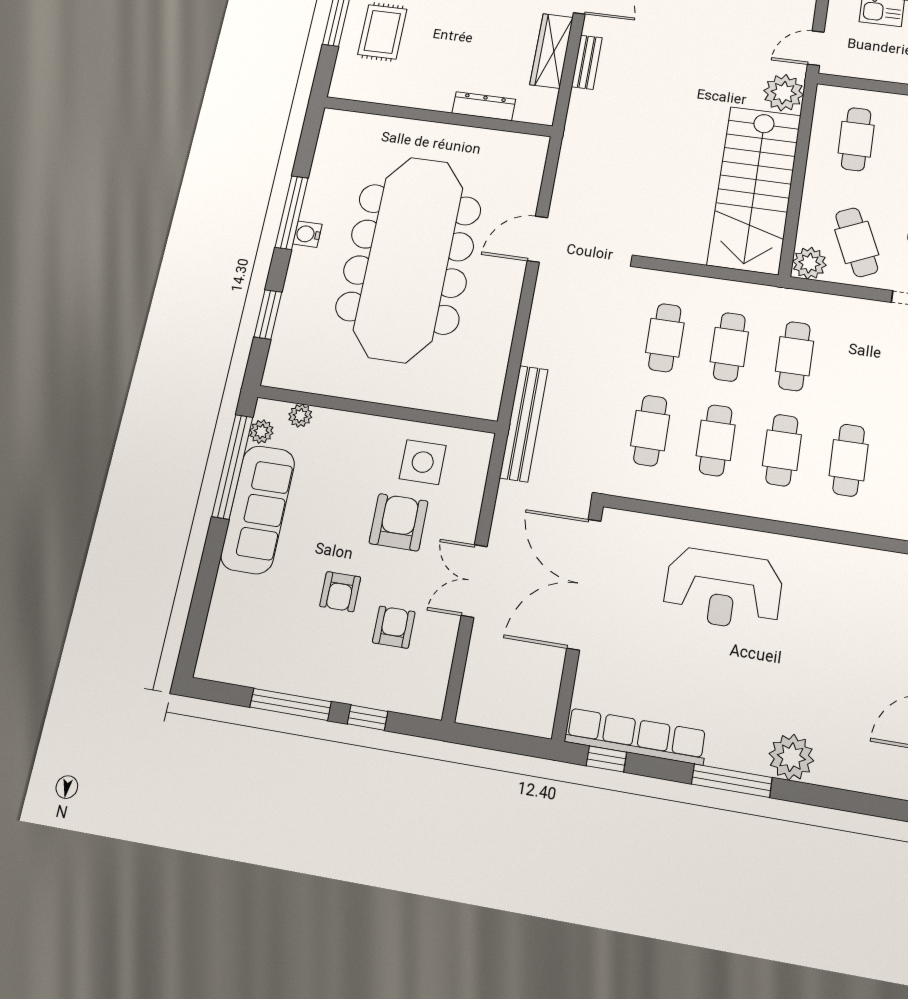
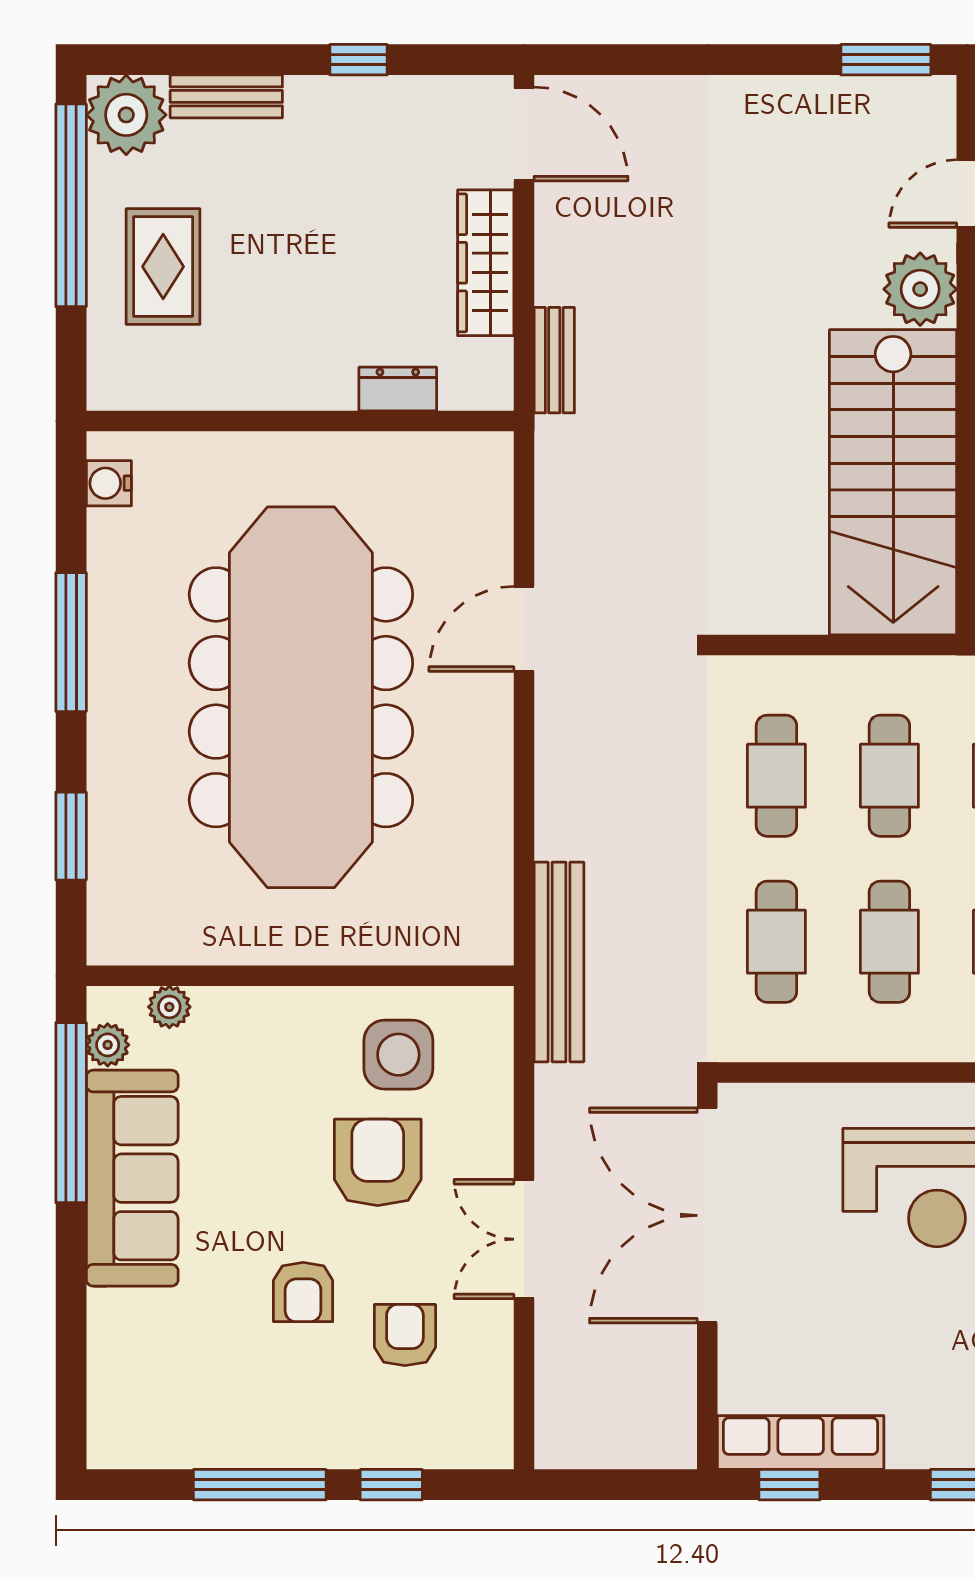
bench: (587, 62) -> (554, 360), moved
dresser: (484, 106) -> (398, 389), width x0.70
water cooler: (307, 234) -> (109, 483), moved
row of seats: (636, 736) -> (801, 1443), width x0.73

